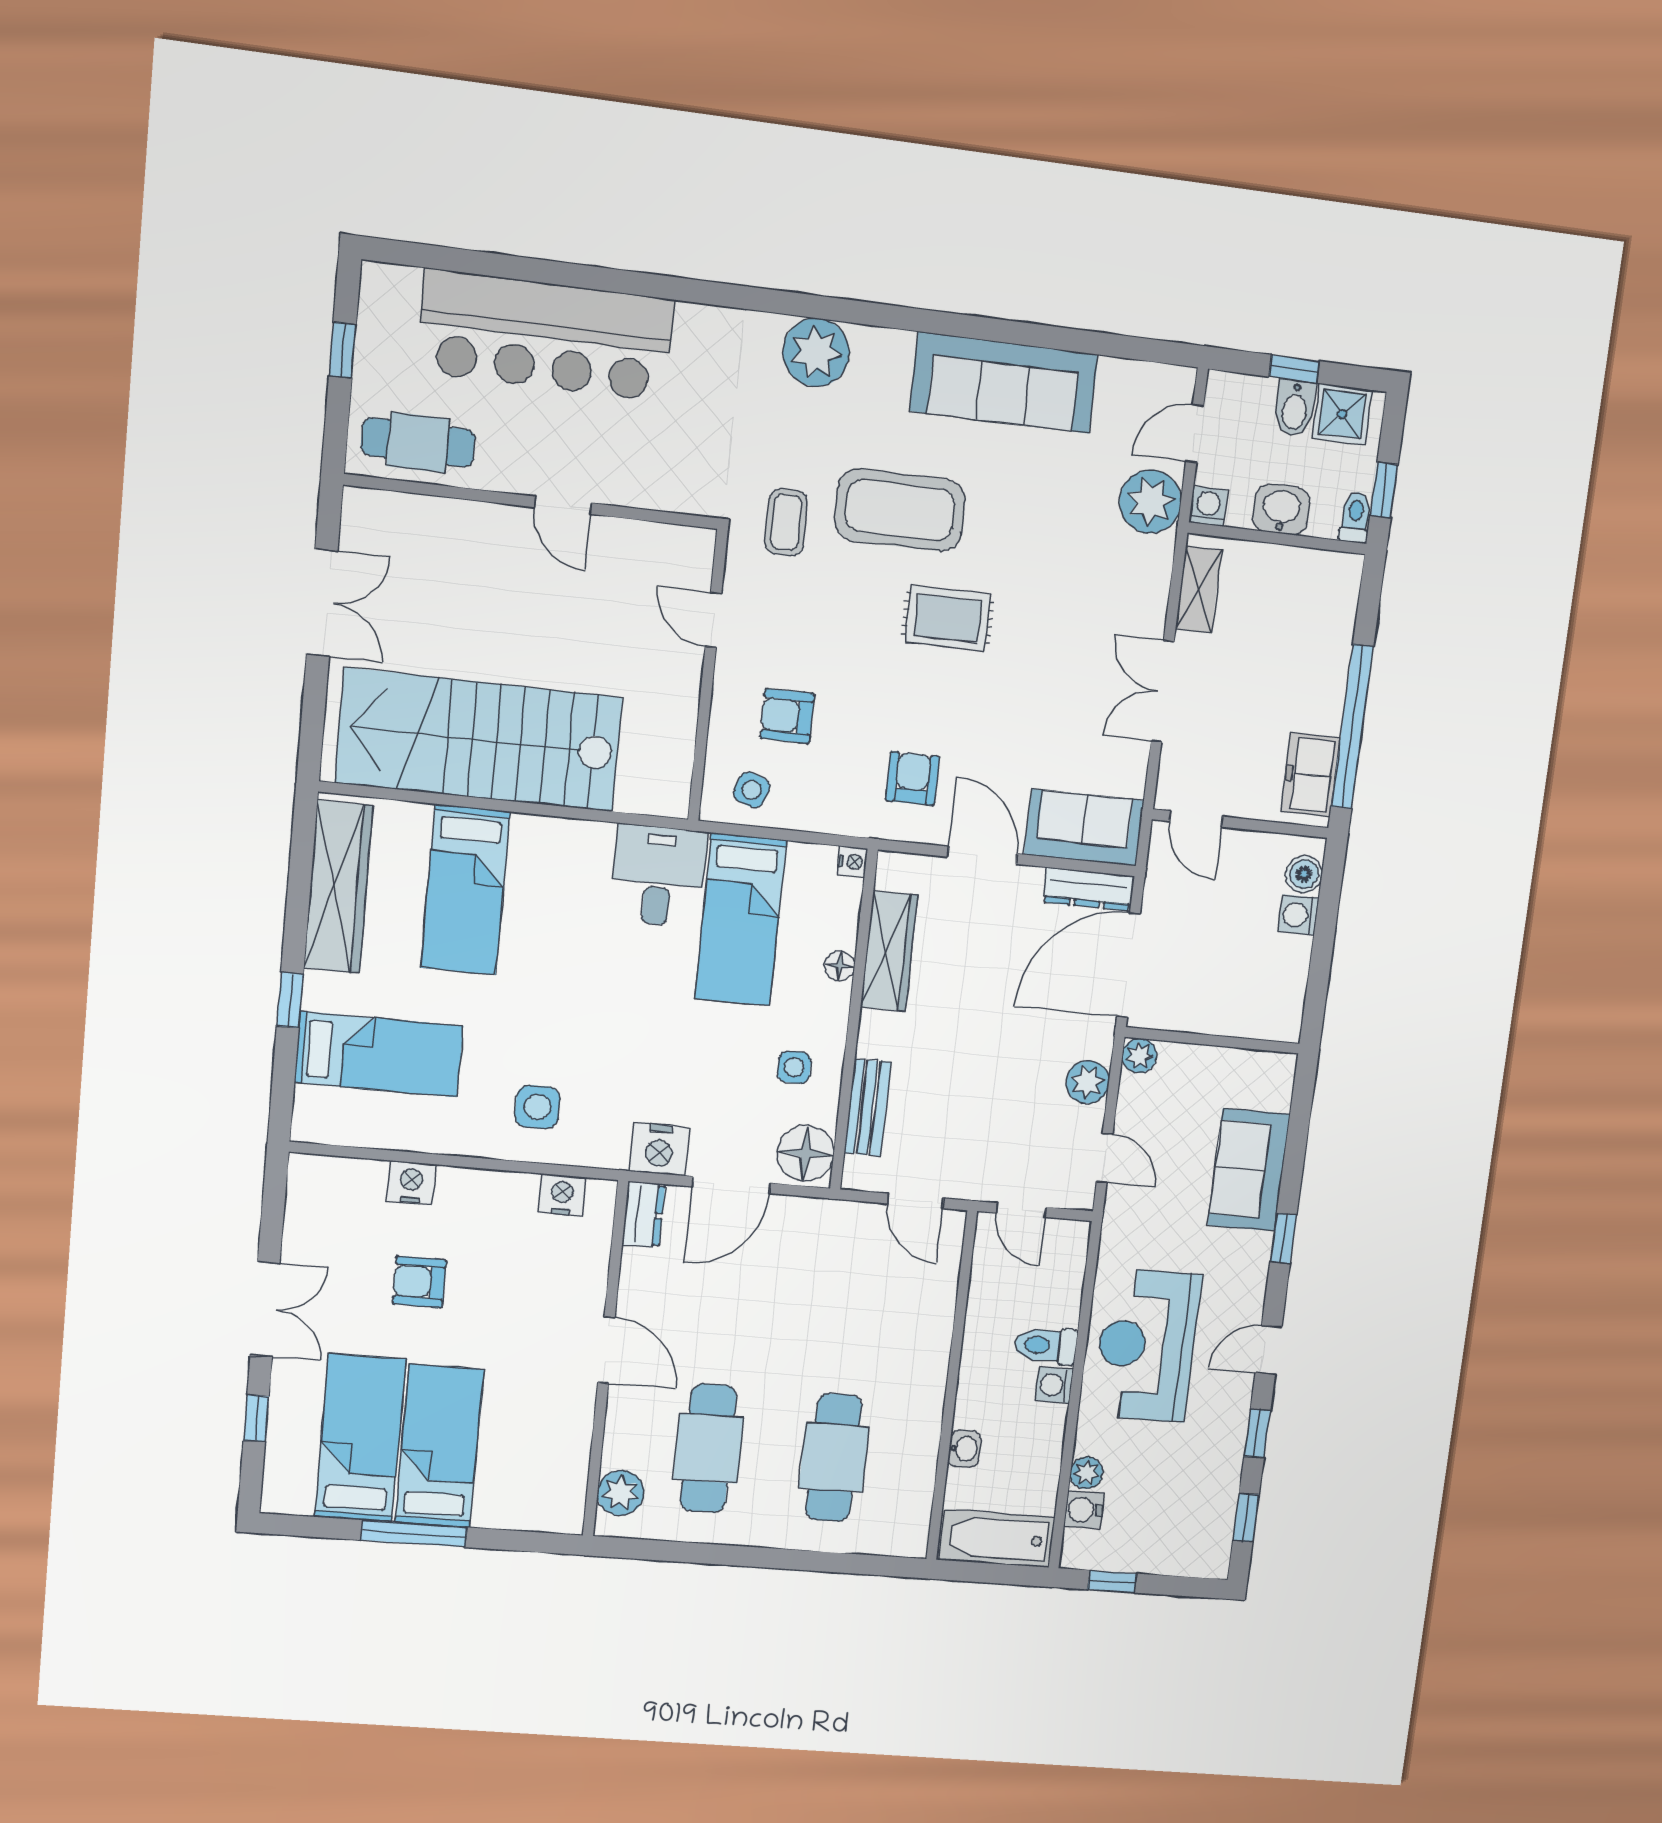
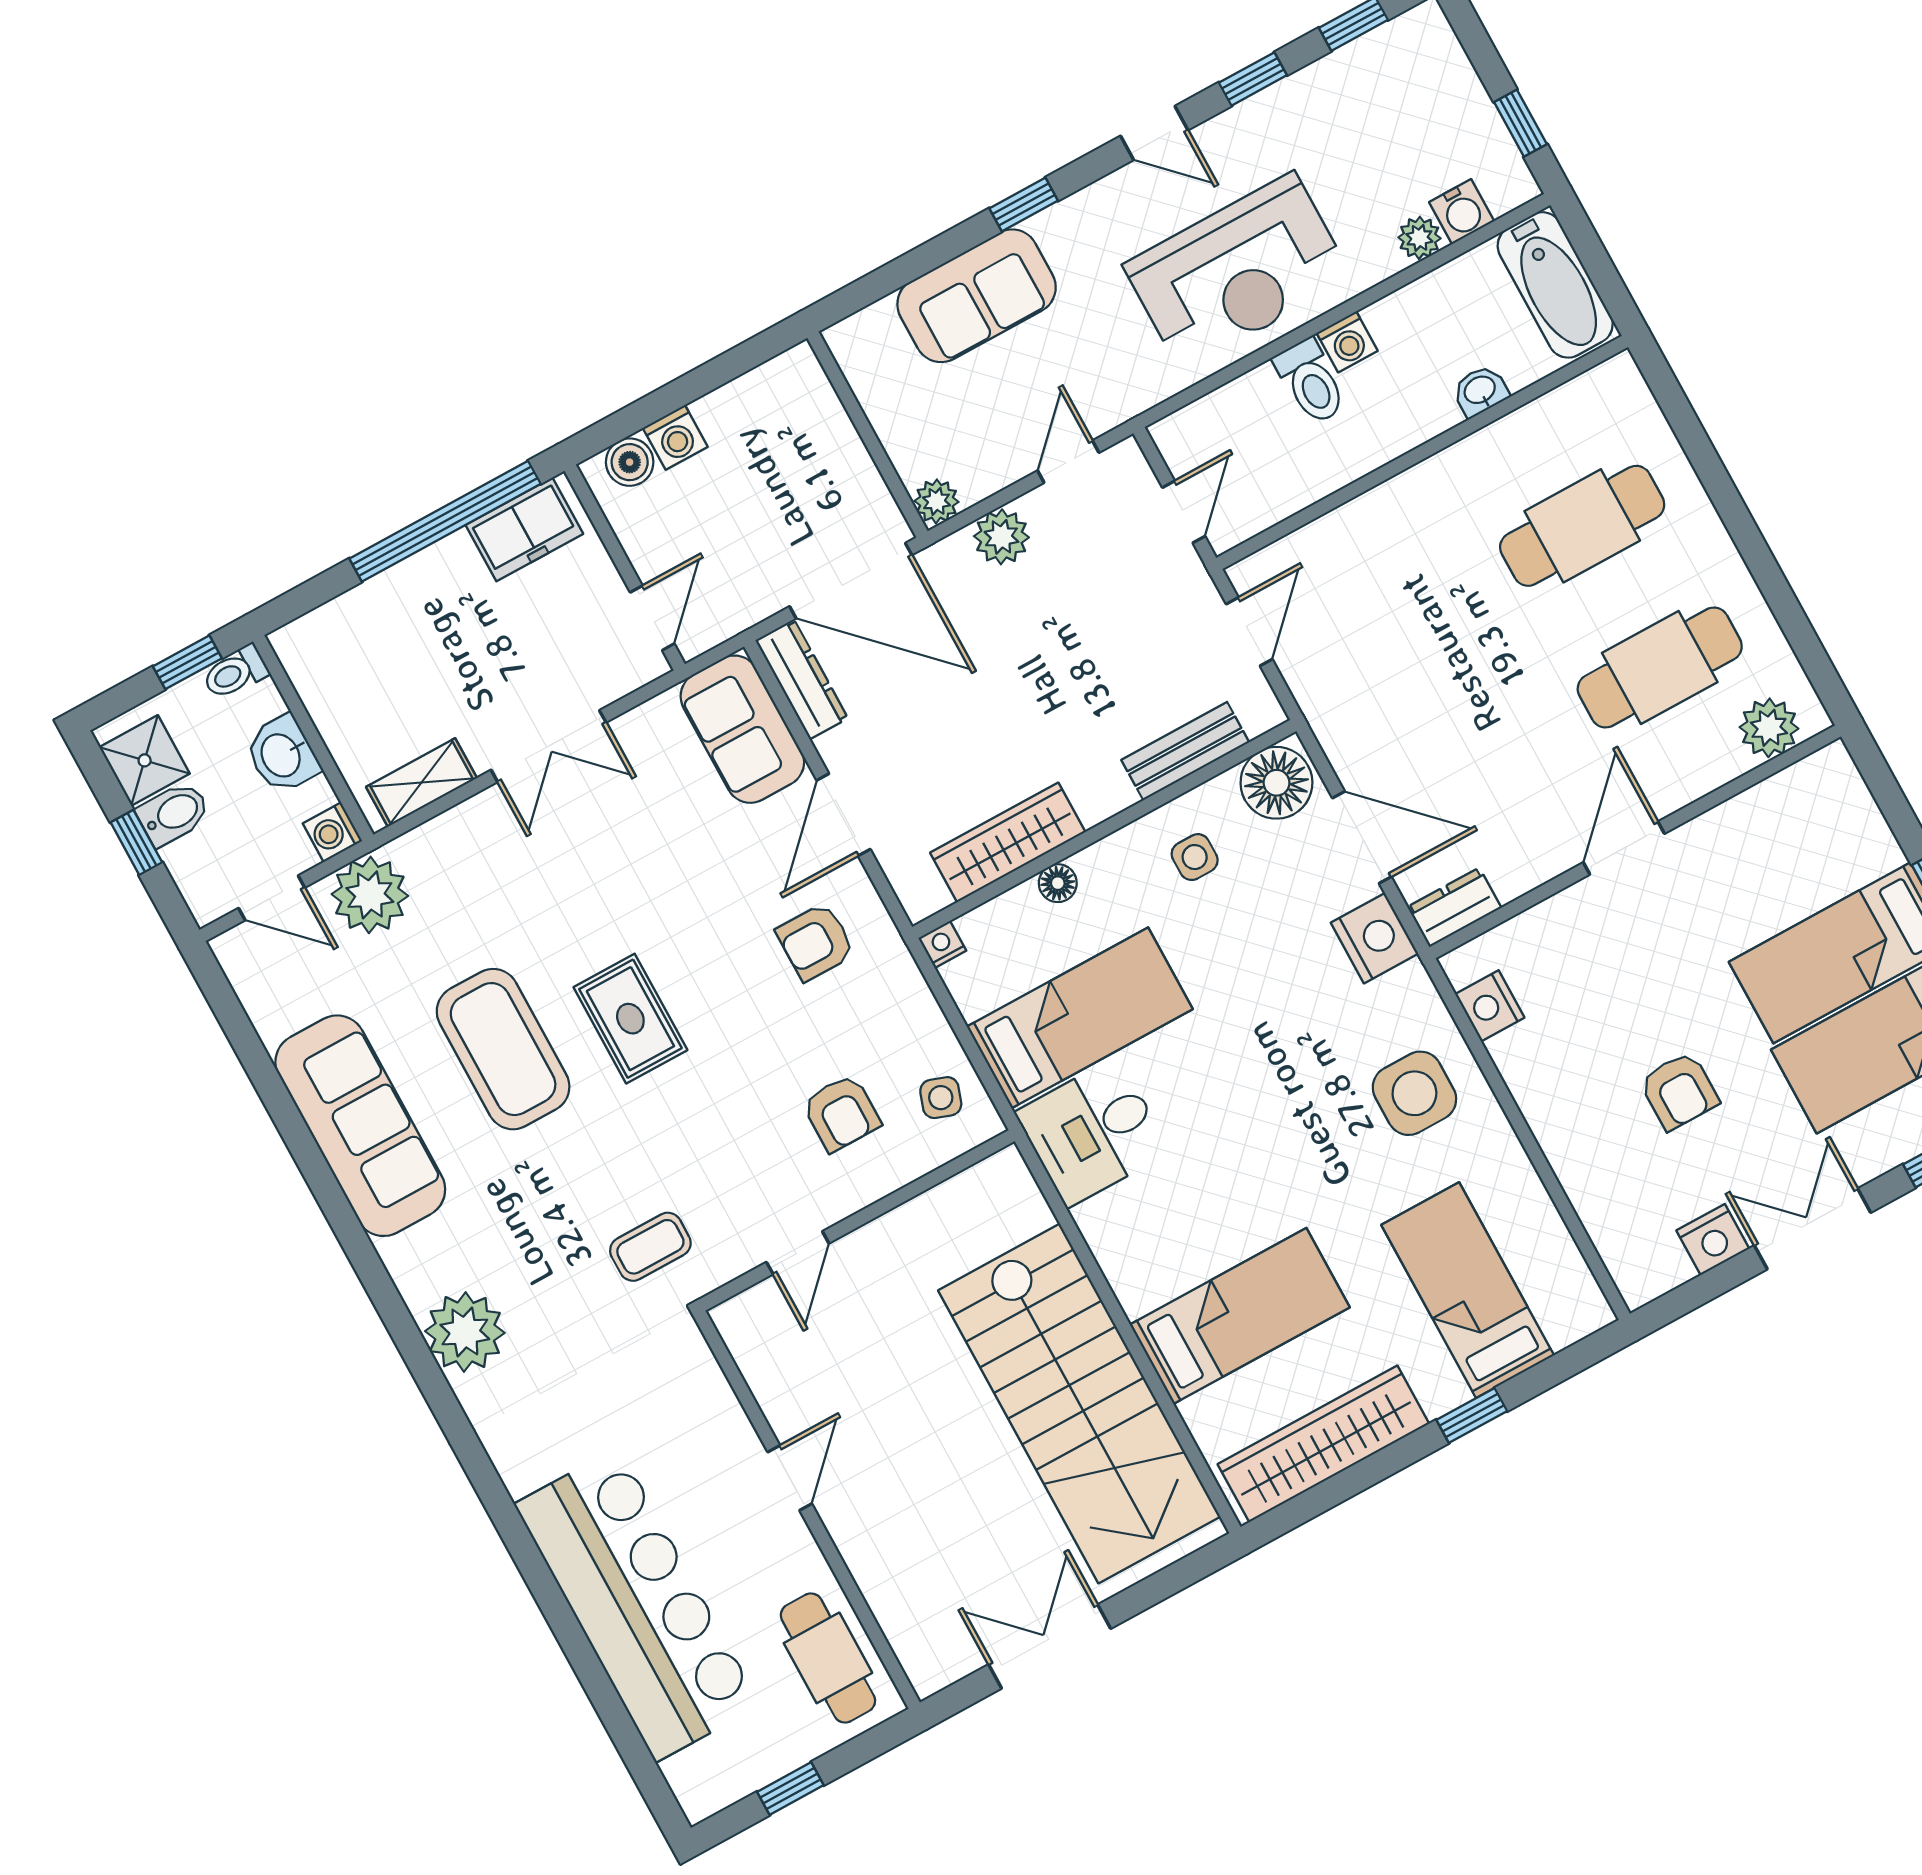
coffee table: (900, 510) -> (503, 1049), moved
side table: (537, 1107) -> (1414, 1093), width x1.37, depth x1.37
nightstand: (411, 1183) -> (1713, 1240), moved, turned -90

